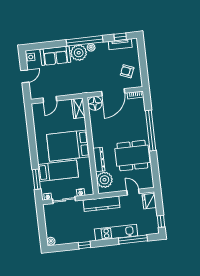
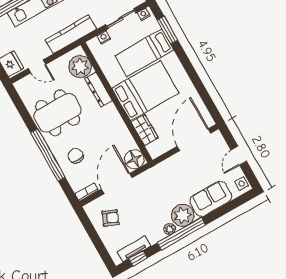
door: (50, 99) -> (194, 140), width x1.88
wardrobe: (78, 108) -> (145, 130), moved
chair: (133, 122) -> (76, 156), added

